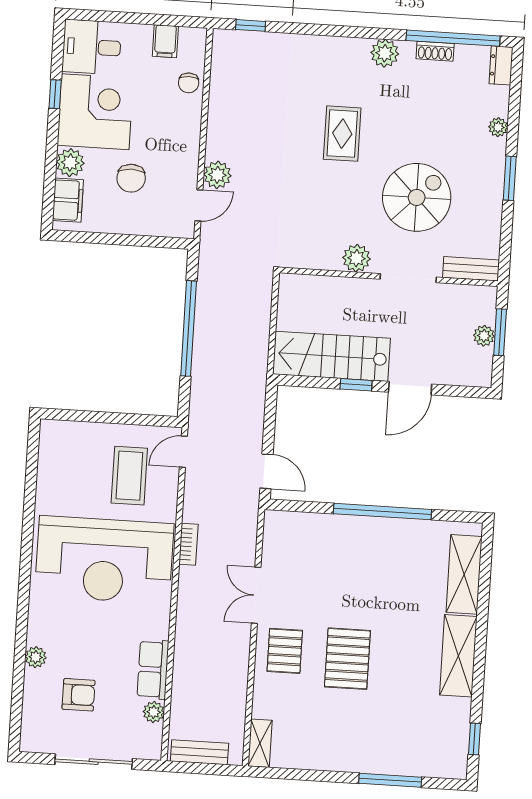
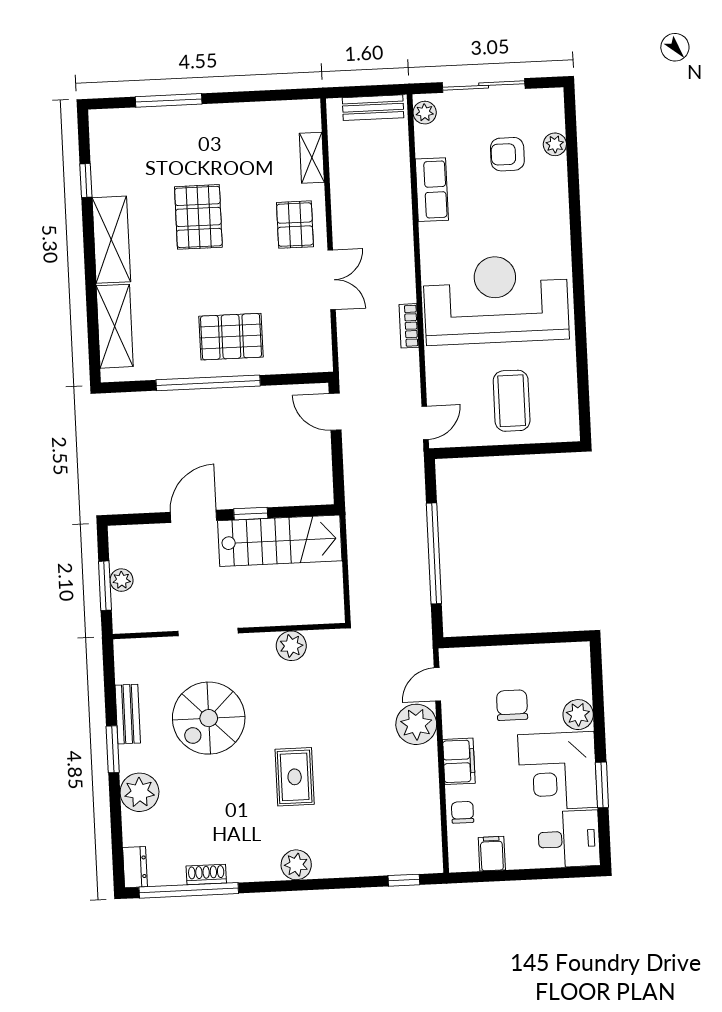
plant: (385, 53) -> (296, 865), moved
window: (55, 94) -> (602, 785), width x1.50
plant: (498, 127) -> (140, 792), width x1.88, depth x1.88
plant: (217, 175) -> (416, 724), width x1.36, depth x1.36
filing cabinet: (68, 200) -> (459, 761), moved, turned 180
plant: (356, 258) -> (291, 646), moved
bench: (471, 269) -> (128, 714), moved, turned 90
coffee table: (129, 476) -> (512, 401), moved
pallet: (356, 552) -> (231, 337), added
plant: (36, 657) -> (555, 144), moved
pallet: (347, 659) -> (198, 217), moved
plant: (154, 712) -> (425, 113), moved
window: (474, 739) -> (86, 181), moved
shelving: (260, 743) -> (312, 158), moved

